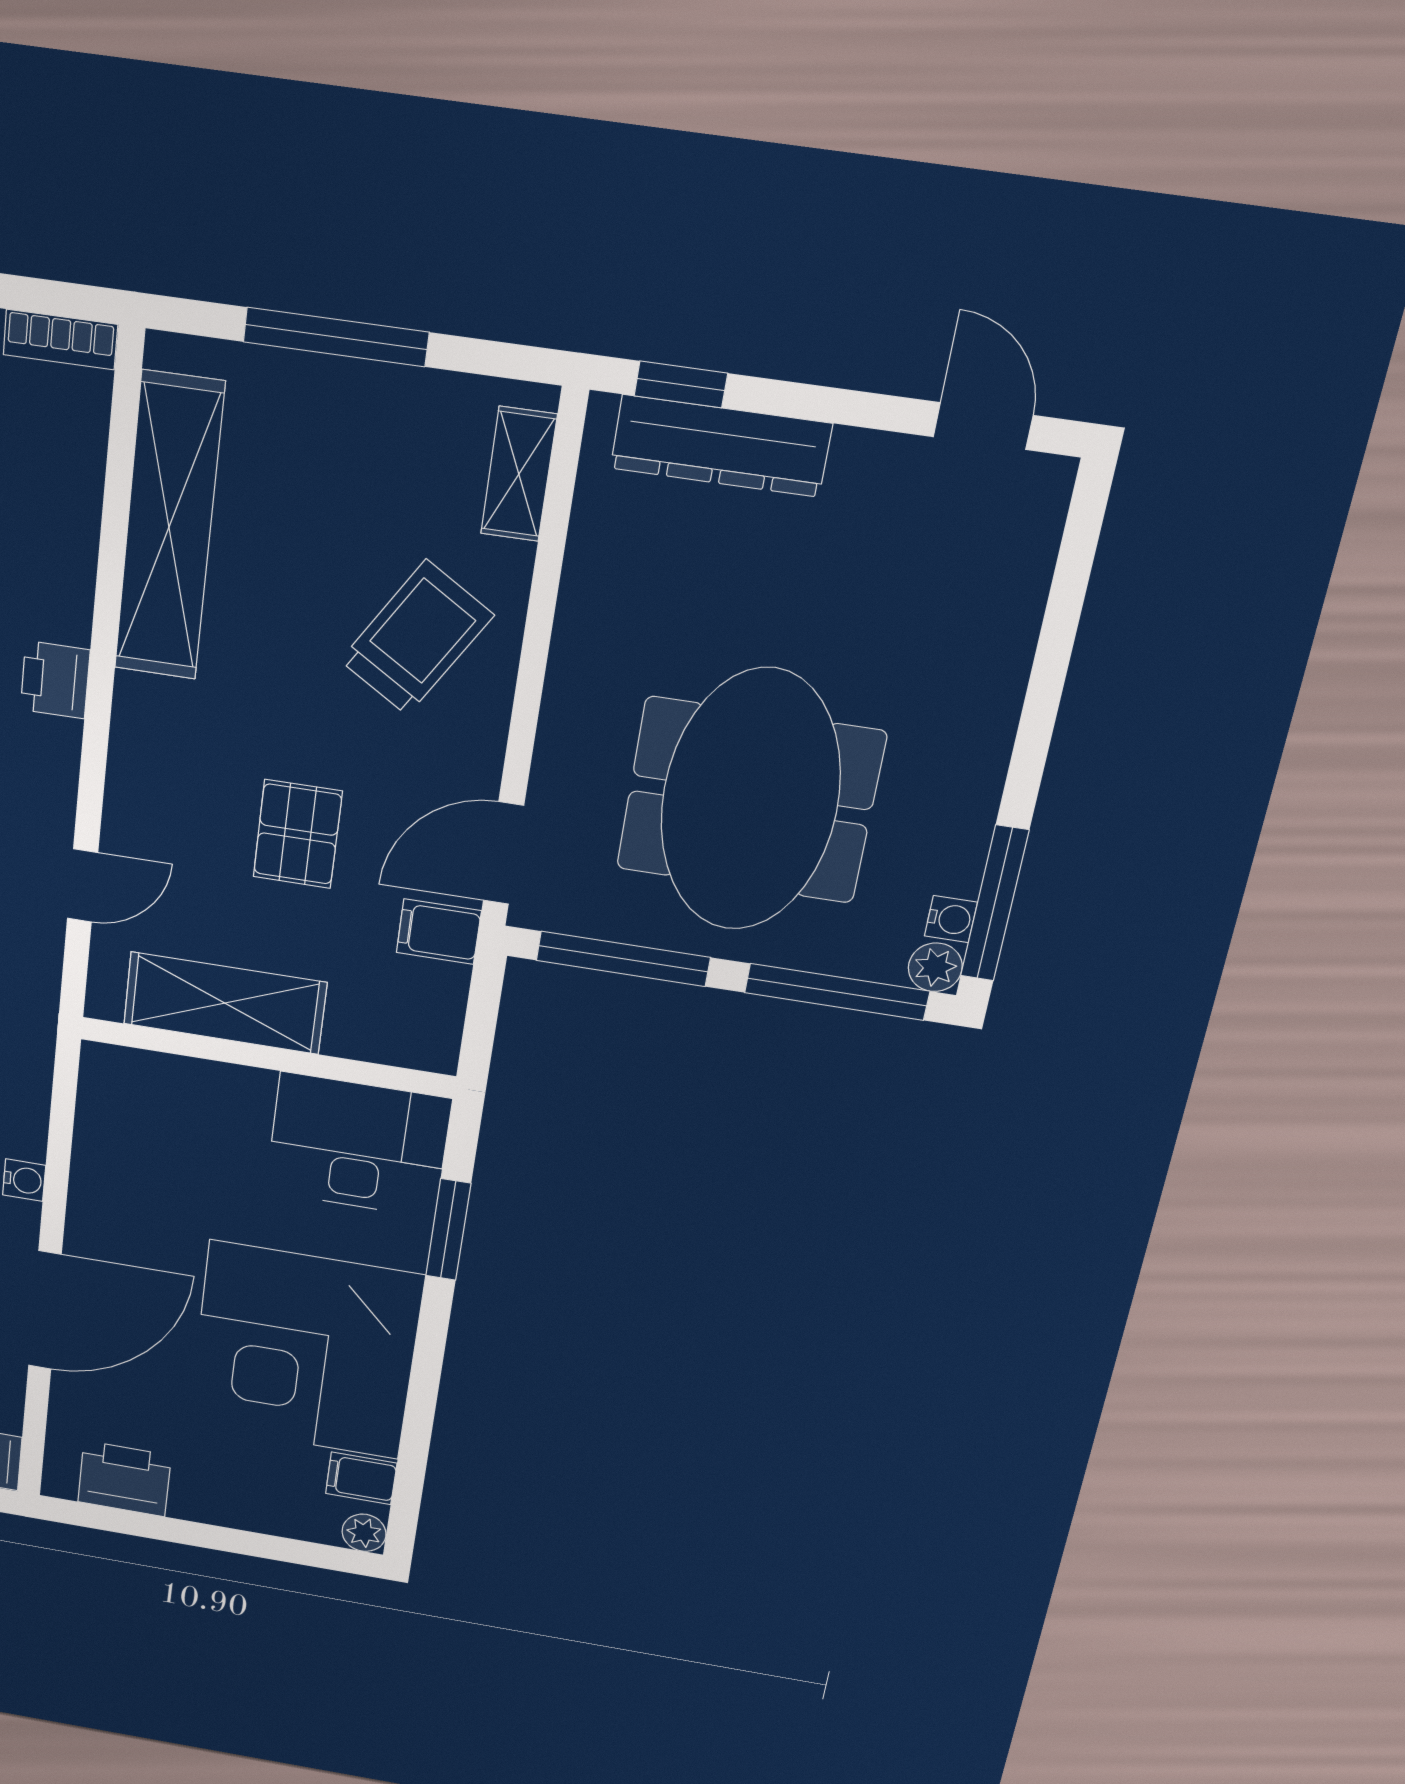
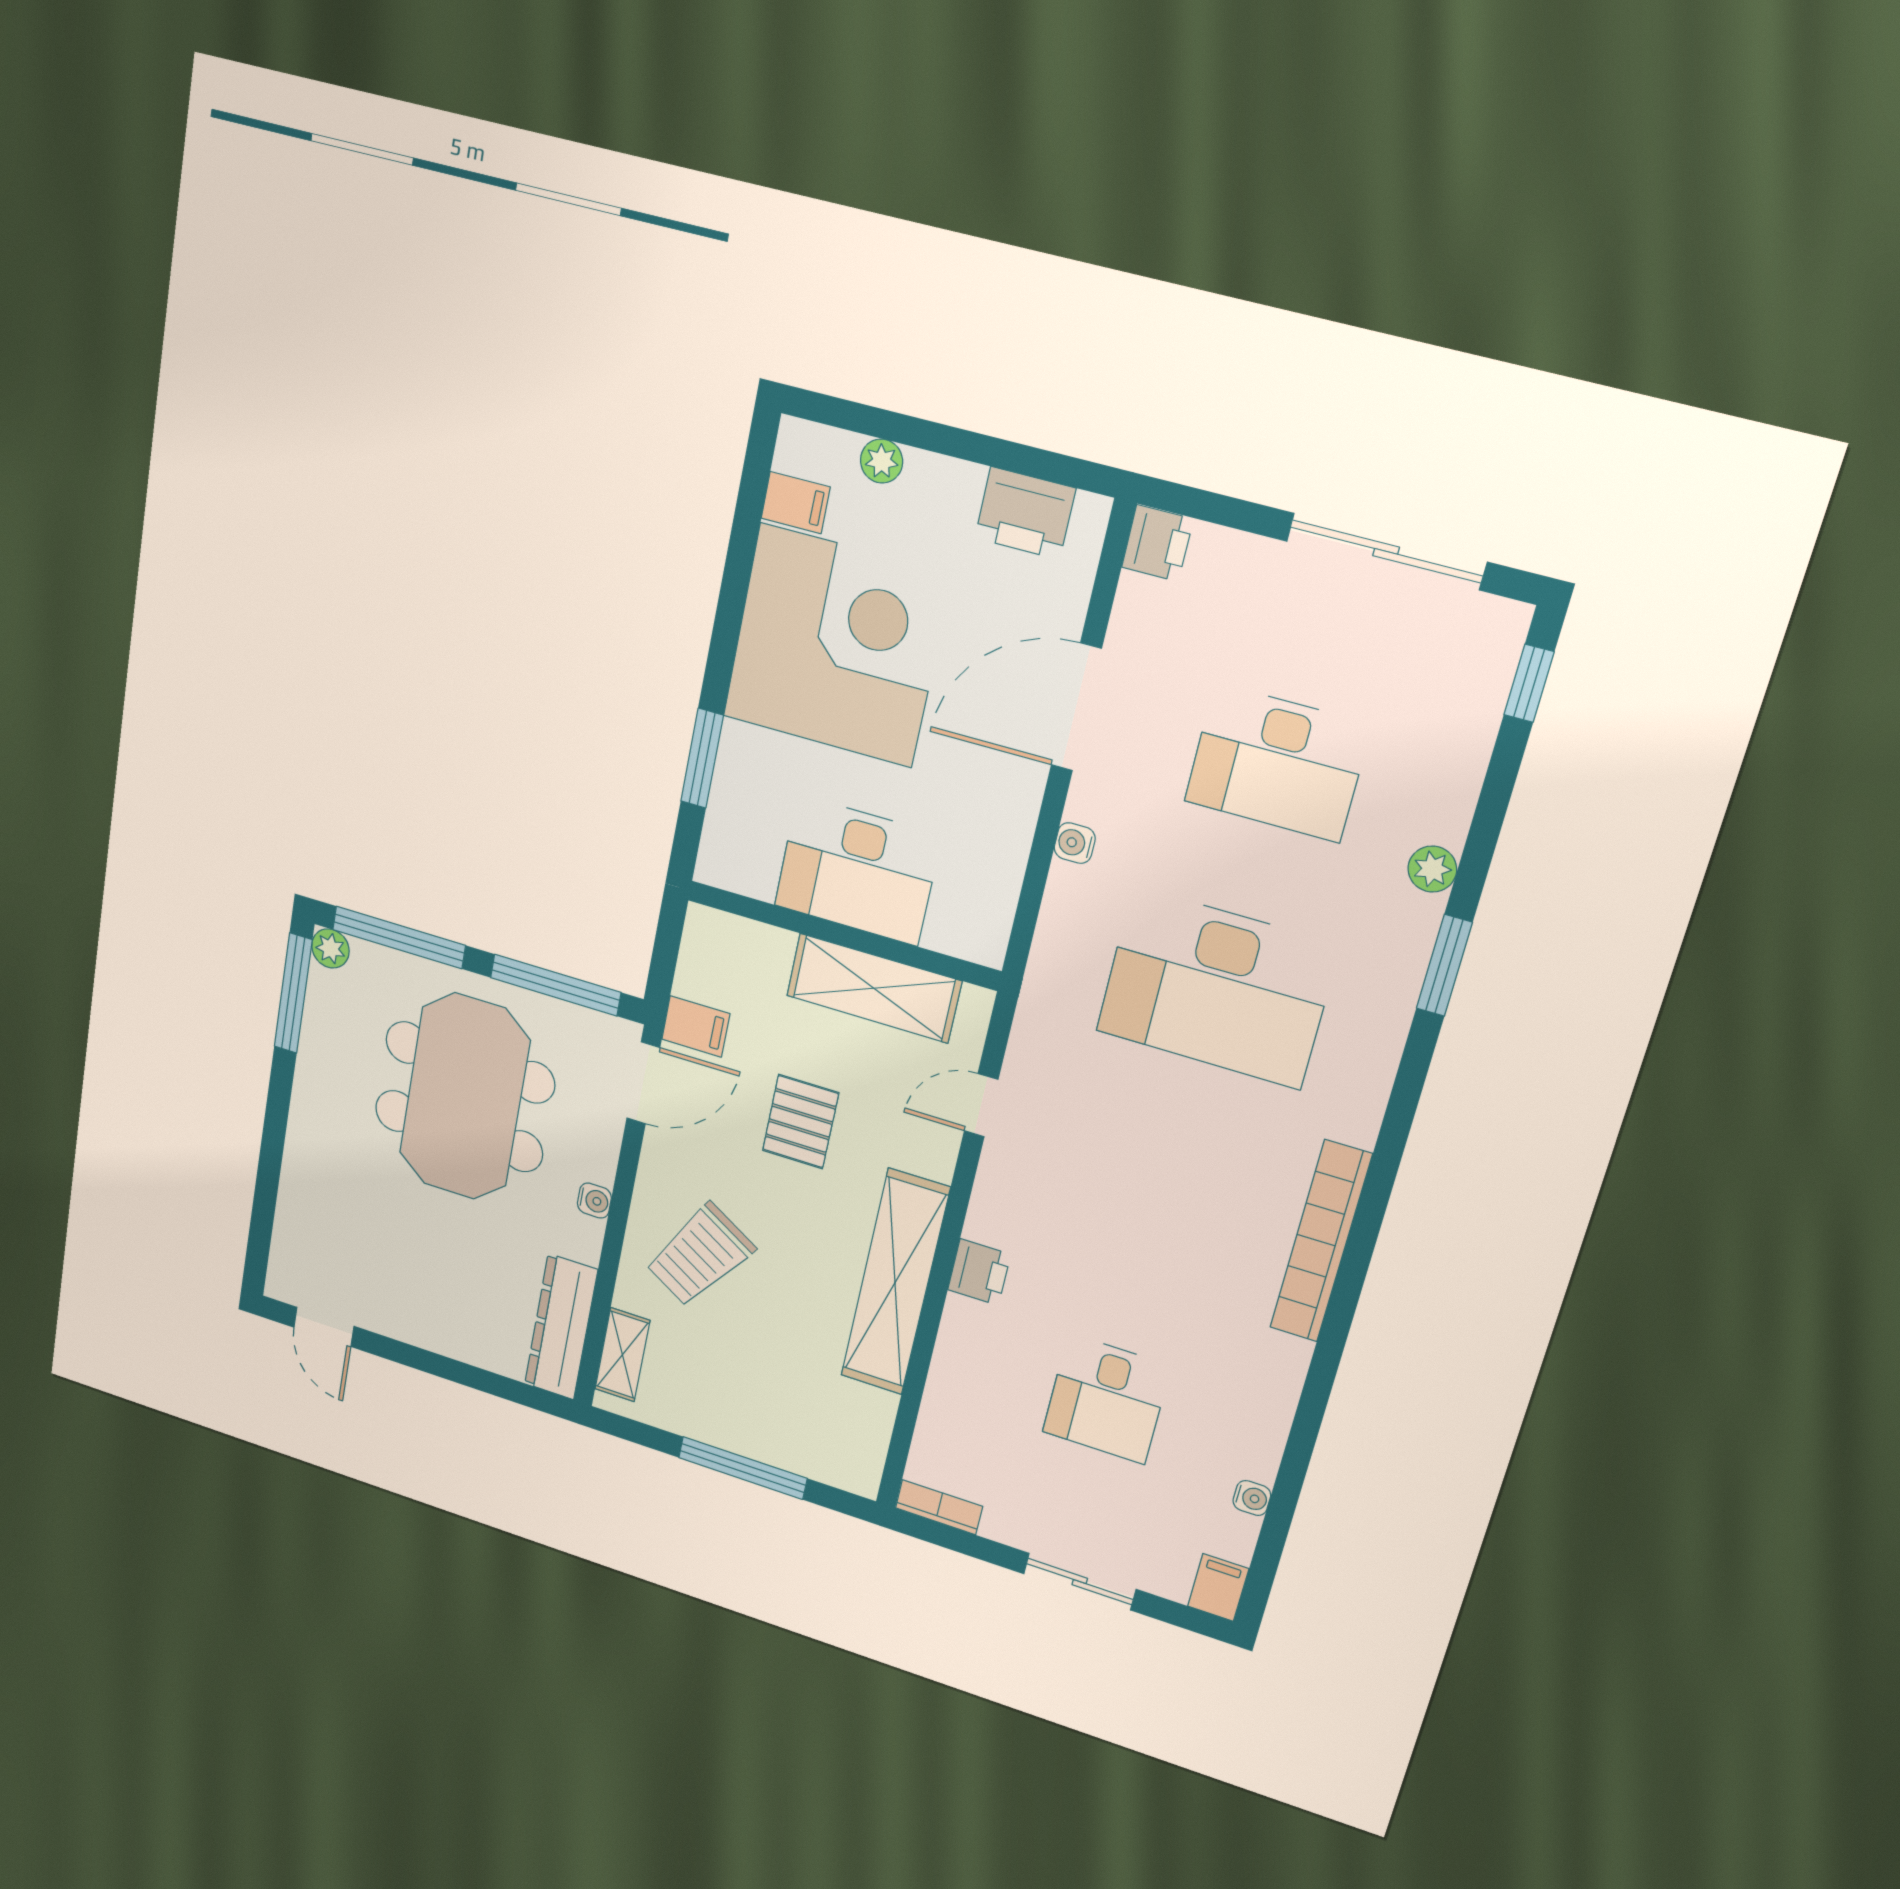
window: (681, 384) -> (514, 1391), removed
dresser: (721, 446) -> (561, 1327), moved, turned -90
shelving: (169, 527) -> (895, 1282), moved
water cooler: (951, 919) -> (594, 1201), moved, turned 180
desk: (358, 1145) -> (858, 870), moved
plant: (364, 1533) -> (882, 461), moved

